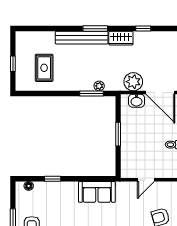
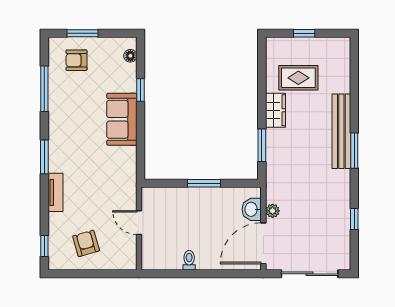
wardrobe: (121, 38) -> (275, 110), moved, turned 180
plant: (133, 82) -> (273, 211), width x0.53, depth x0.53
plant: (99, 86) -> (273, 156), removed
sofa: (97, 192) -> (122, 119), moved

